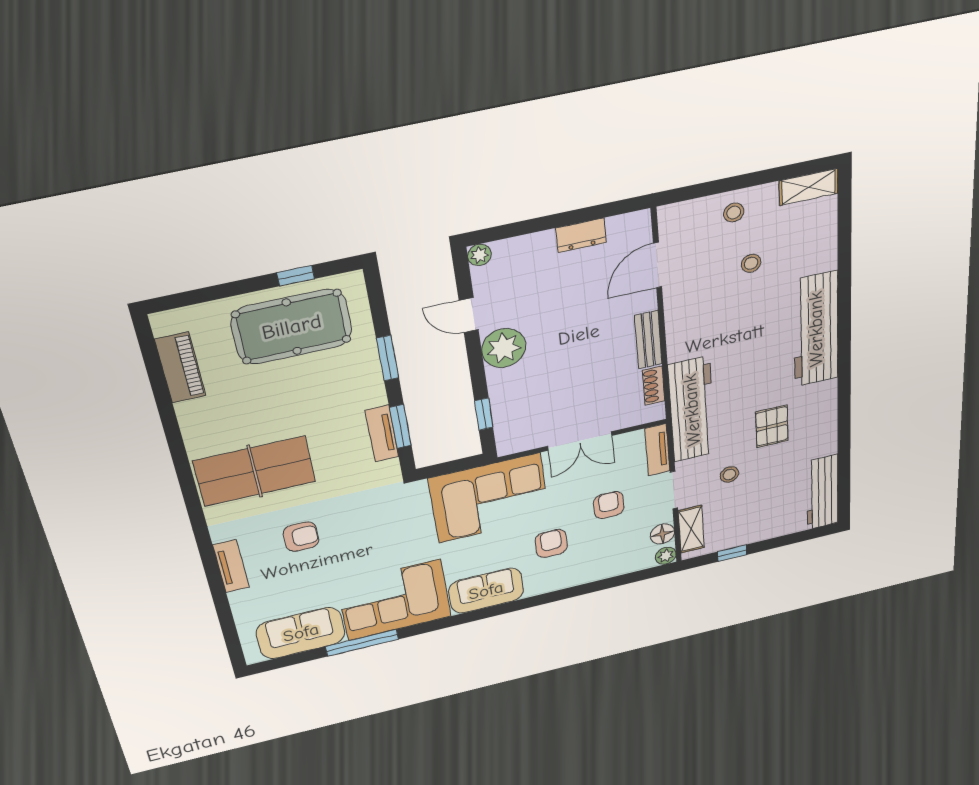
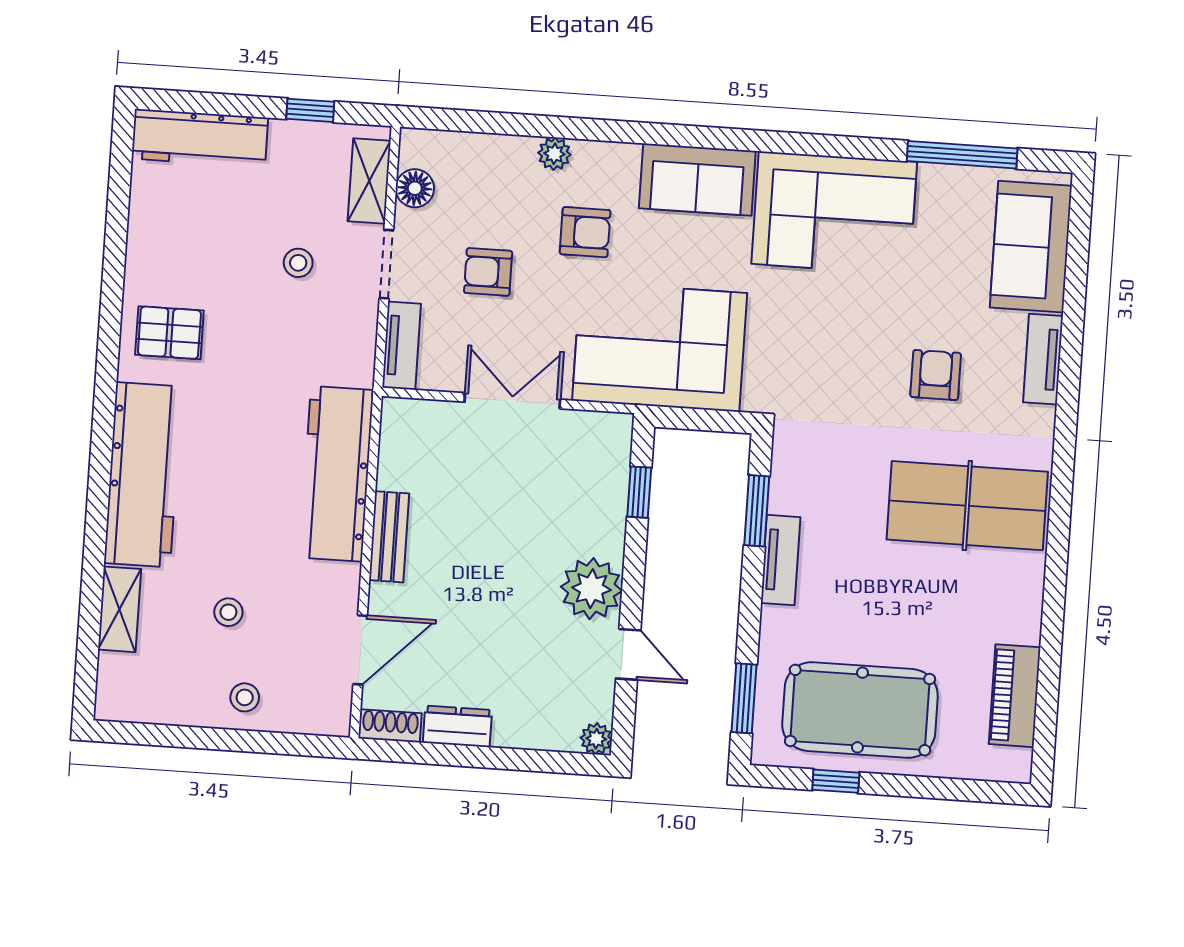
shelving: (809, 187) -> (120, 609), moved, turned 90
window: (388, 358) -> (744, 698), moved
shoe rack: (654, 386) -> (390, 726), moved, turned -90
workbench: (692, 410) -> (337, 474), moved
pallet: (772, 426) -> (169, 333), moved, turned 90
tv unit: (382, 434) -> (781, 560), moved
workbench: (822, 492) -> (200, 138), moved, turned 90
armchair: (609, 505) -> (488, 272), turned 90
armchair: (301, 537) -> (936, 375), turned 90
armchair: (551, 543) -> (585, 232), turned -90
plant: (666, 556) -> (554, 154), moved
sofa: (301, 633) -> (1031, 247), moved, turned 90
window: (362, 643) -> (962, 155), moved

